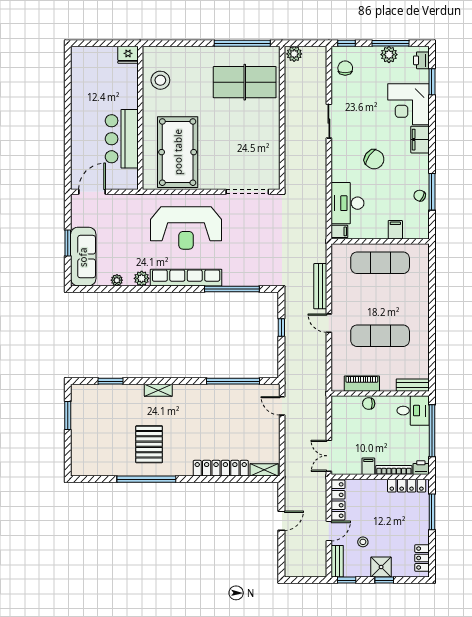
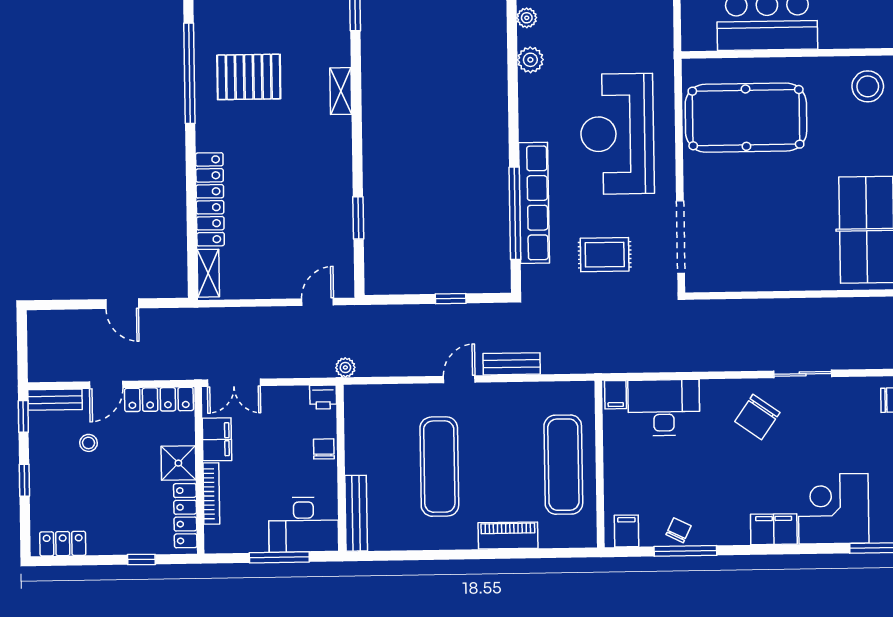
chair: (374, 159) -> (757, 417), moved
filing cabinet: (395, 230) -> (627, 531), moved, turned -90
rug: (257, 237) -> (605, 255), added
row of seats: (186, 278) -> (534, 203), moved
bench: (320, 286) -> (512, 364), width x0.73
window: (233, 381) -> (358, 218), width x0.47
piano: (362, 384) -> (508, 536), moved, turned -90
bench: (413, 385) -> (356, 513), width x1.36
plant: (321, 390) -> (345, 367), added
desk: (413, 411) -> (304, 525), width x1.37
window: (432, 431) -> (279, 557), width x0.68
double door: (329, 456) -> (234, 383), swing flipped
filing cabinet: (368, 466) -> (217, 439), width x2.00
printer: (421, 468) -> (323, 397), moved, turned 90
window: (432, 512) -> (141, 559), width x0.46
door: (329, 531) -> (106, 385), hinge flipped
shower: (381, 567) -> (178, 463), moved

